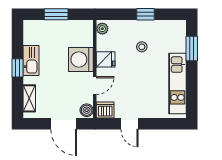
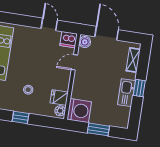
washing machine: (81, 59) -> (79, 111), moved
fridge: (106, 59) -> (59, 98), moved

